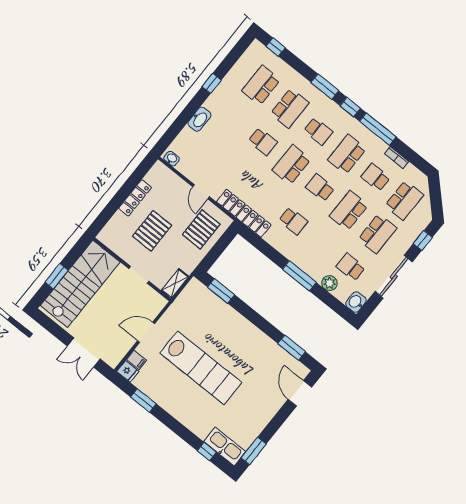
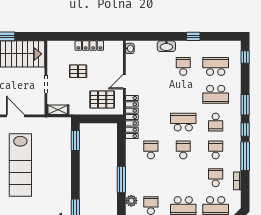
school desk: (263, 142) -> (183, 66), moved, turned 180
school desk: (347, 154) -> (216, 150), width x0.54
school desk: (349, 211) -> (183, 178), removed
school desk: (293, 221) -> (151, 150), turned 180
pallet: (152, 231) -> (78, 71), width x0.67, depth x0.71

